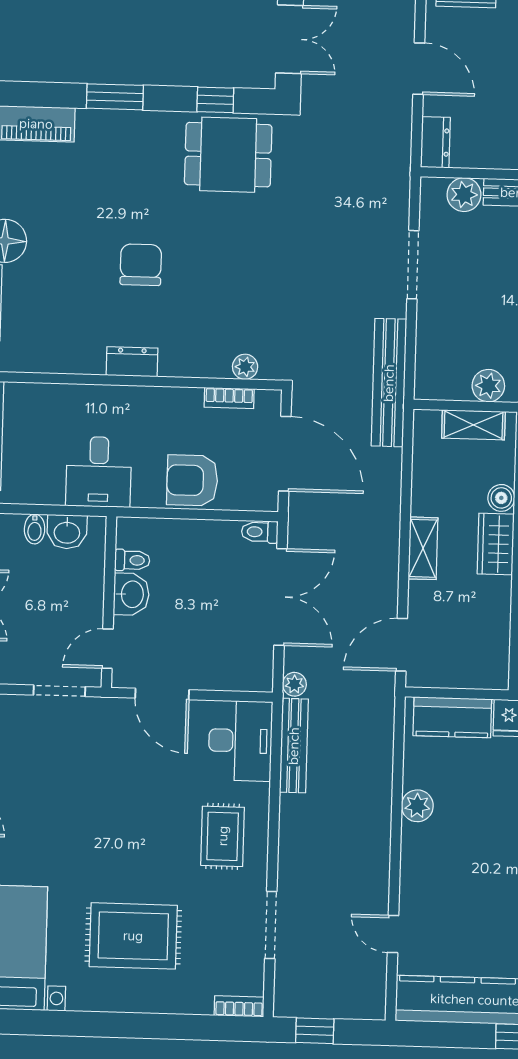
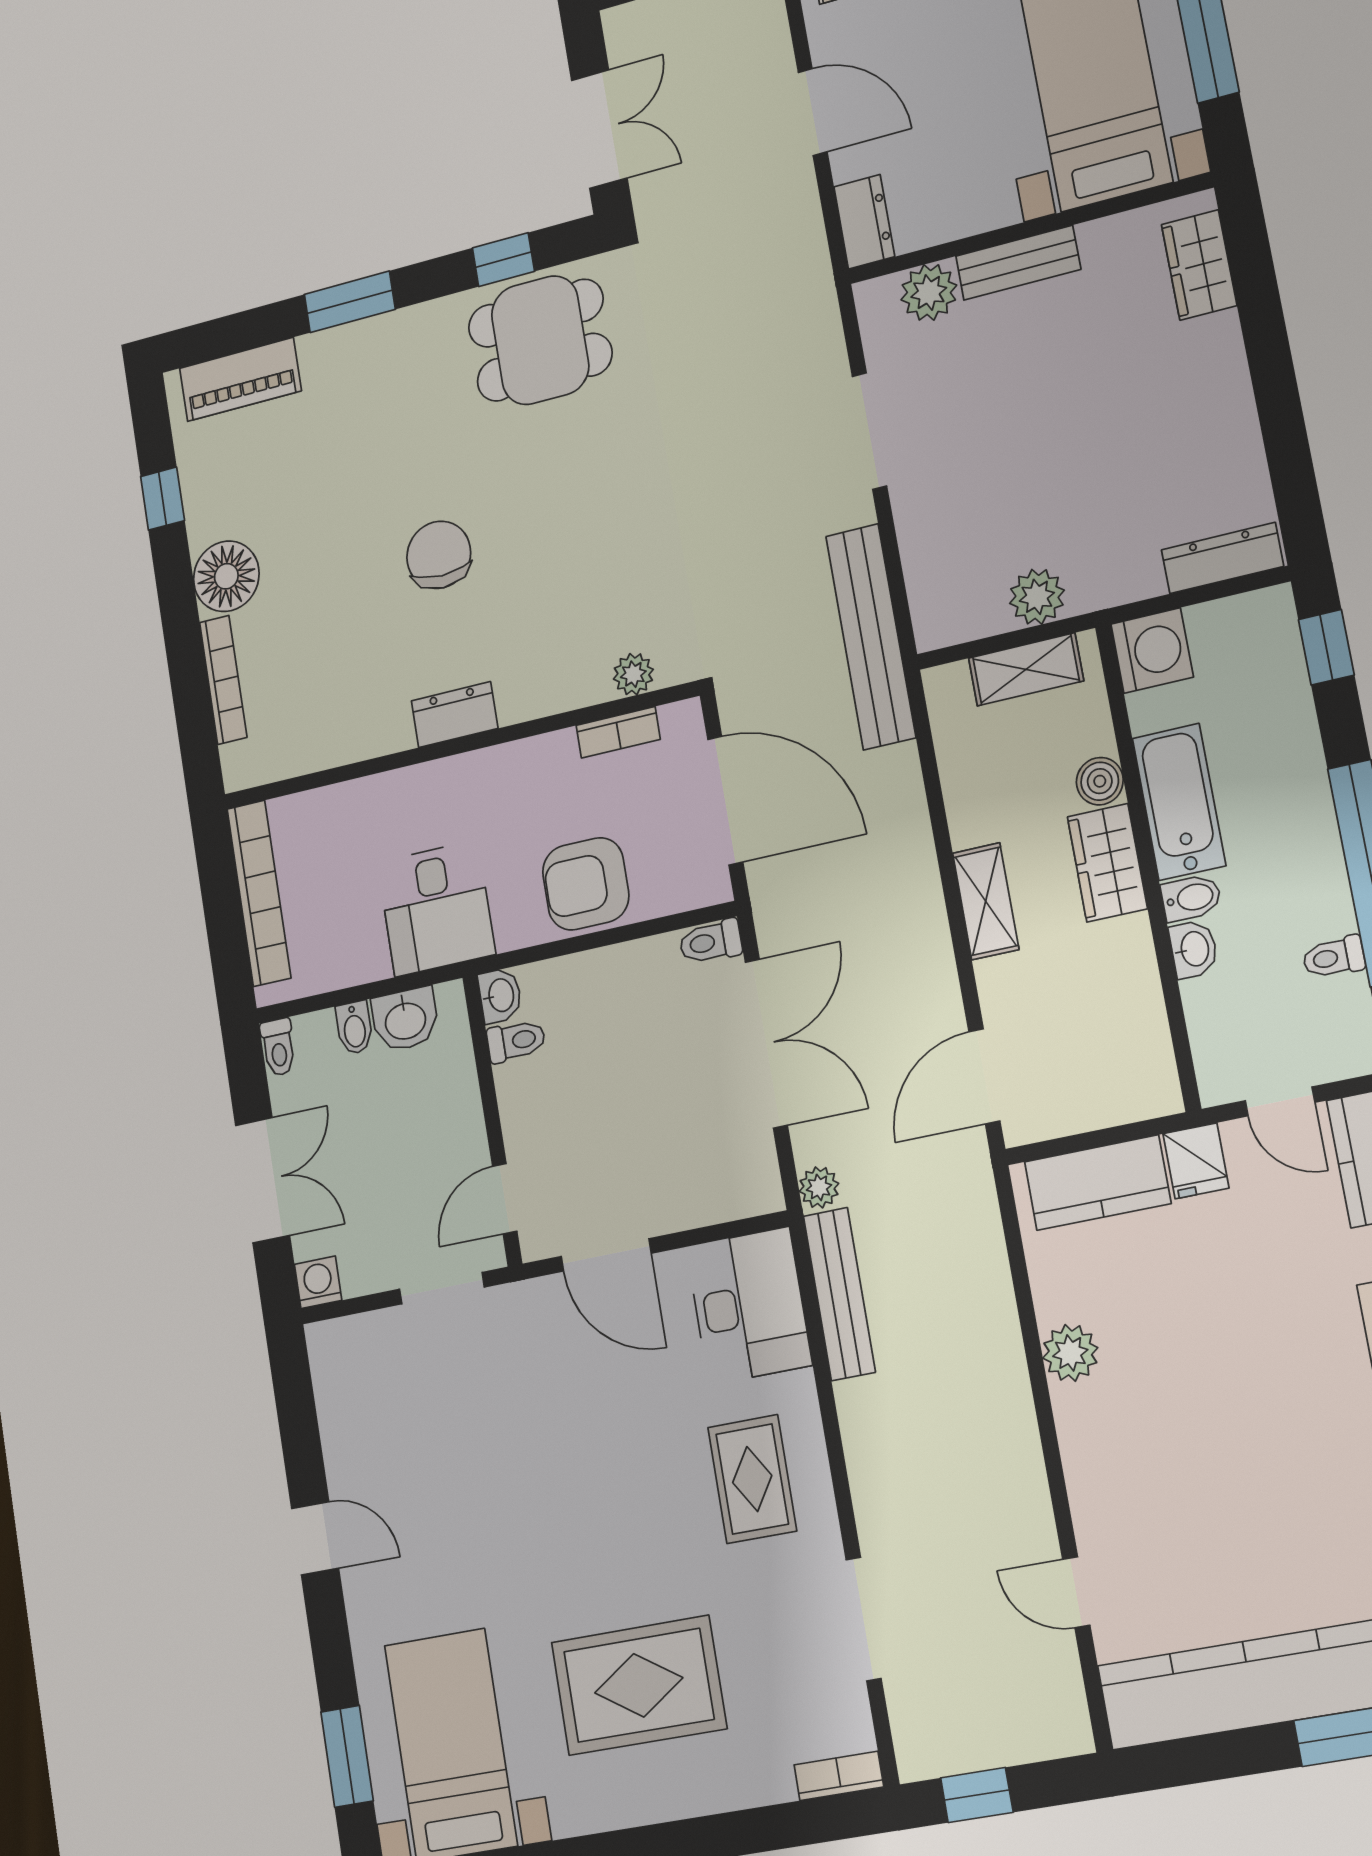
washbasin: (131, 594) -> (500, 995), moved, width x0.72, depth x0.69

